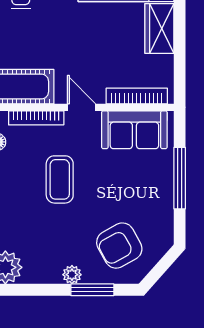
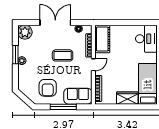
sofa: (134, 130) -> (78, 96), moved, turned 90
armchair: (119, 246) -> (48, 88), moved, turned -151
window: (92, 290) -> (15, 55), moved

